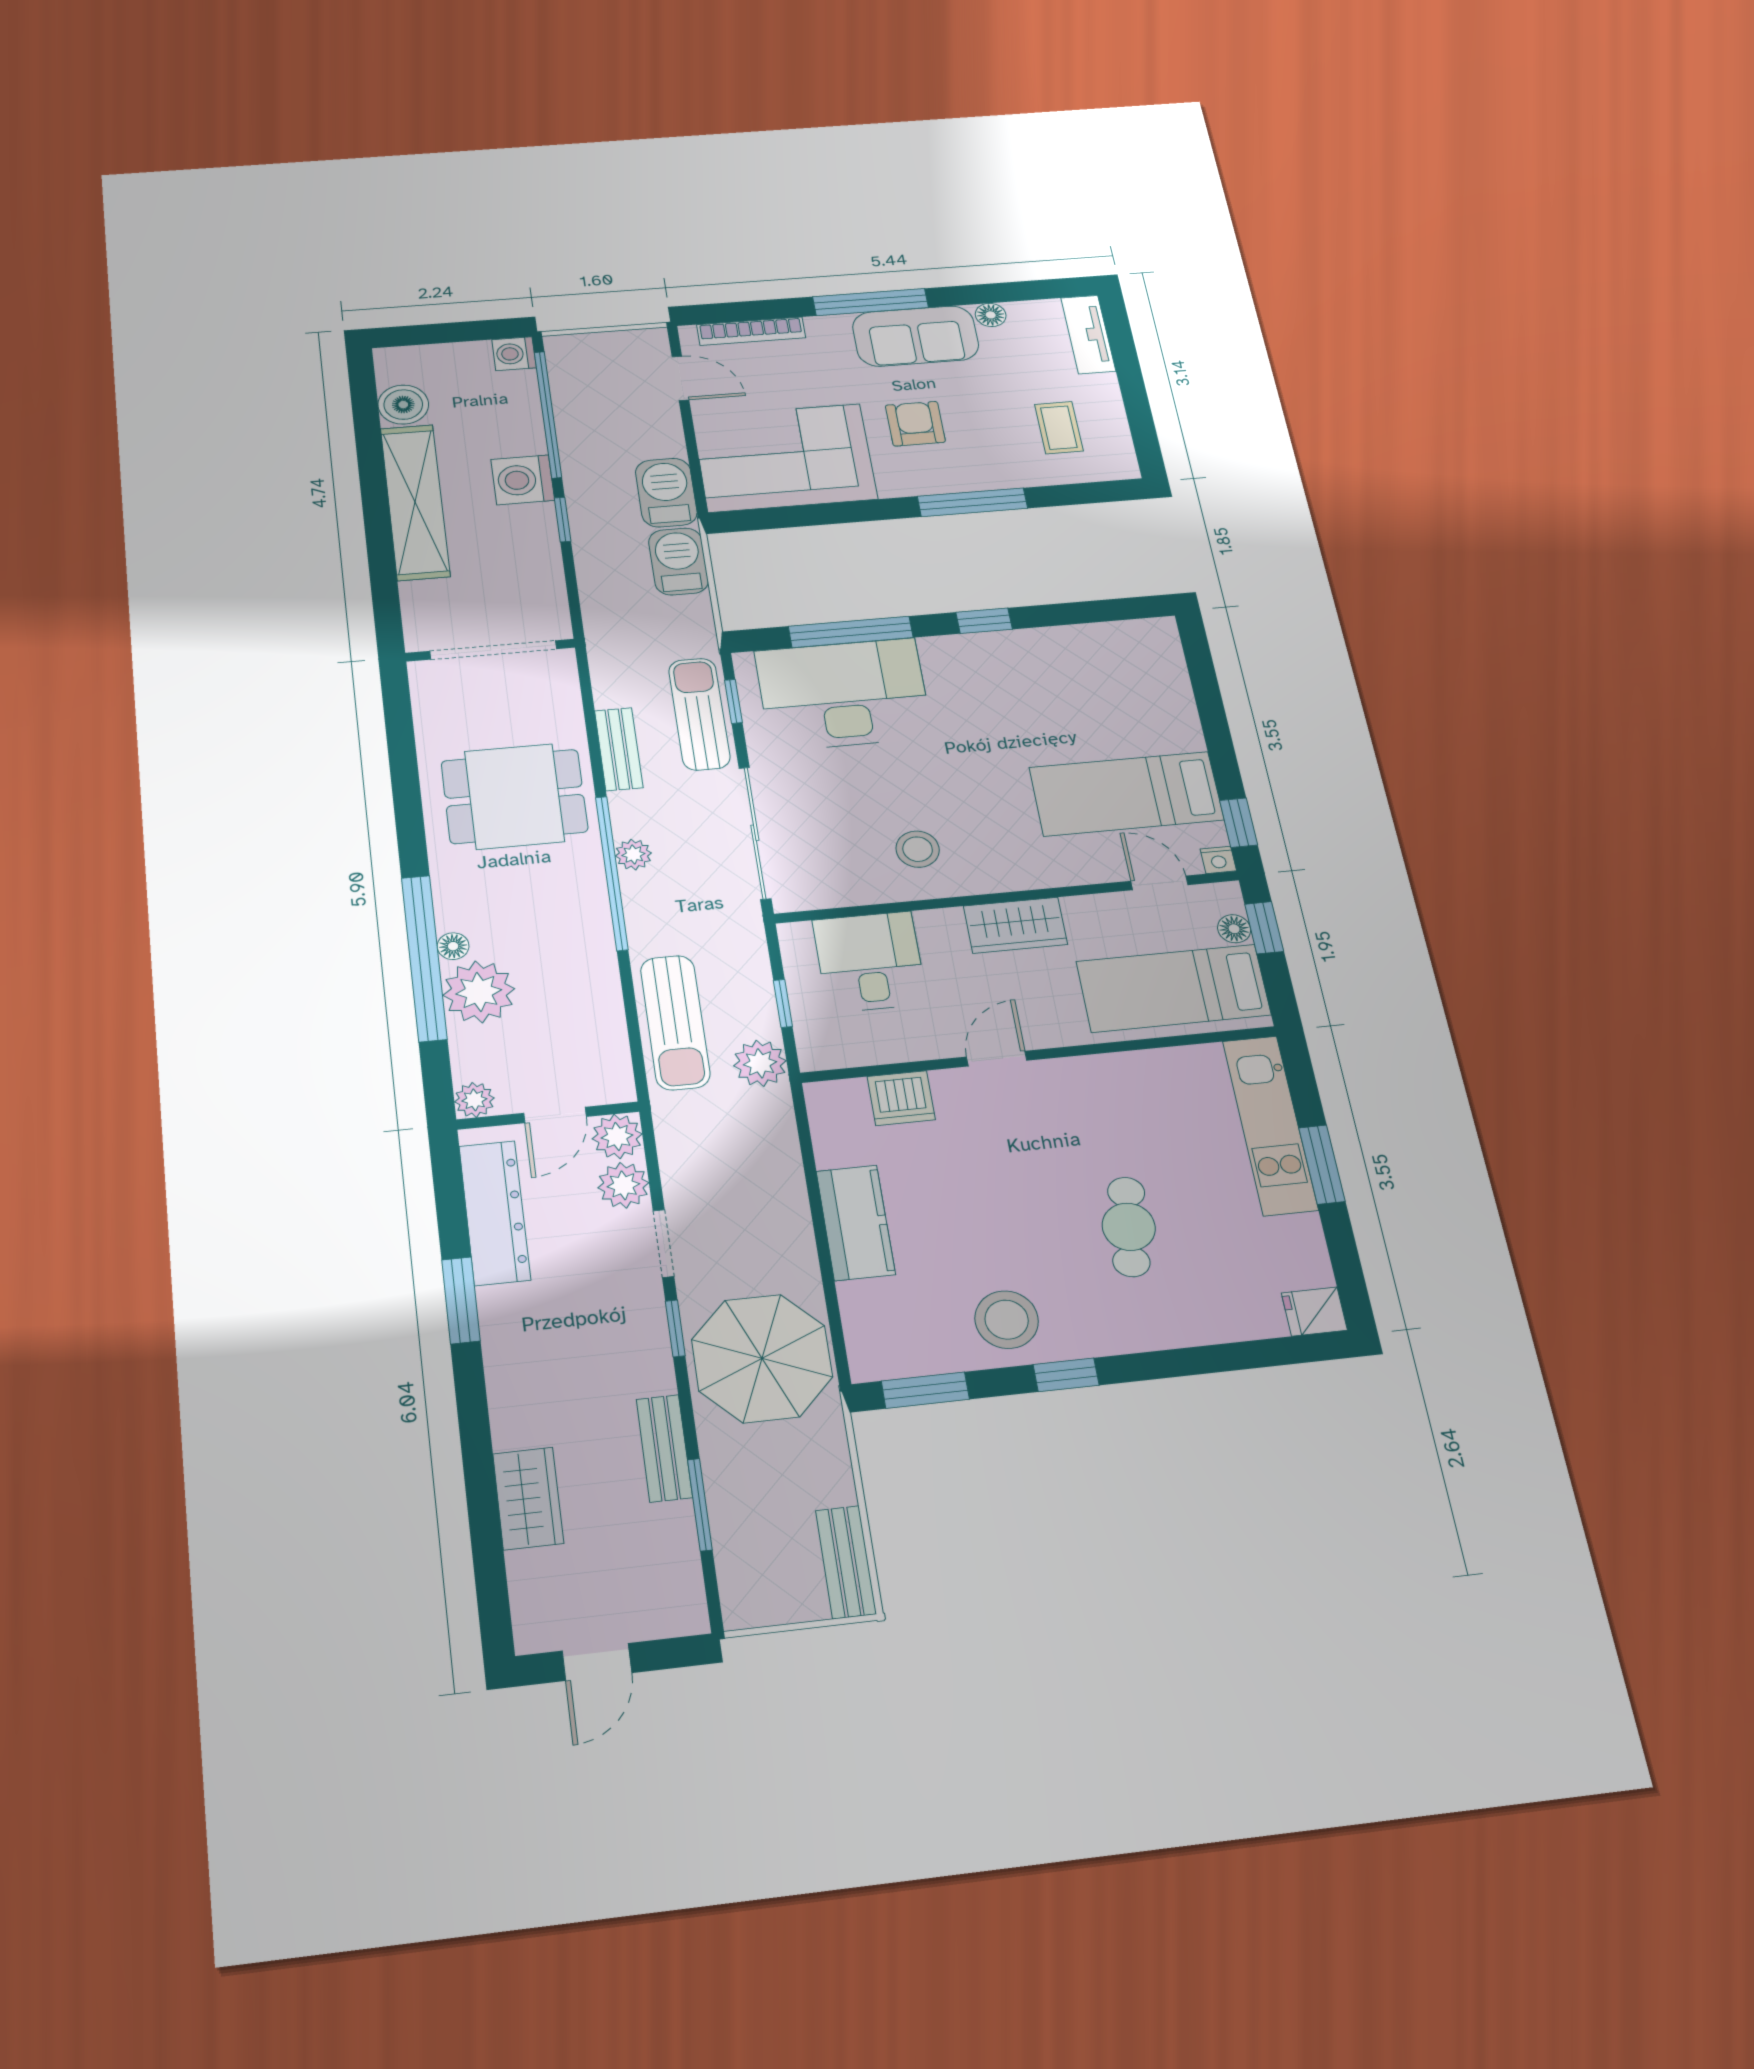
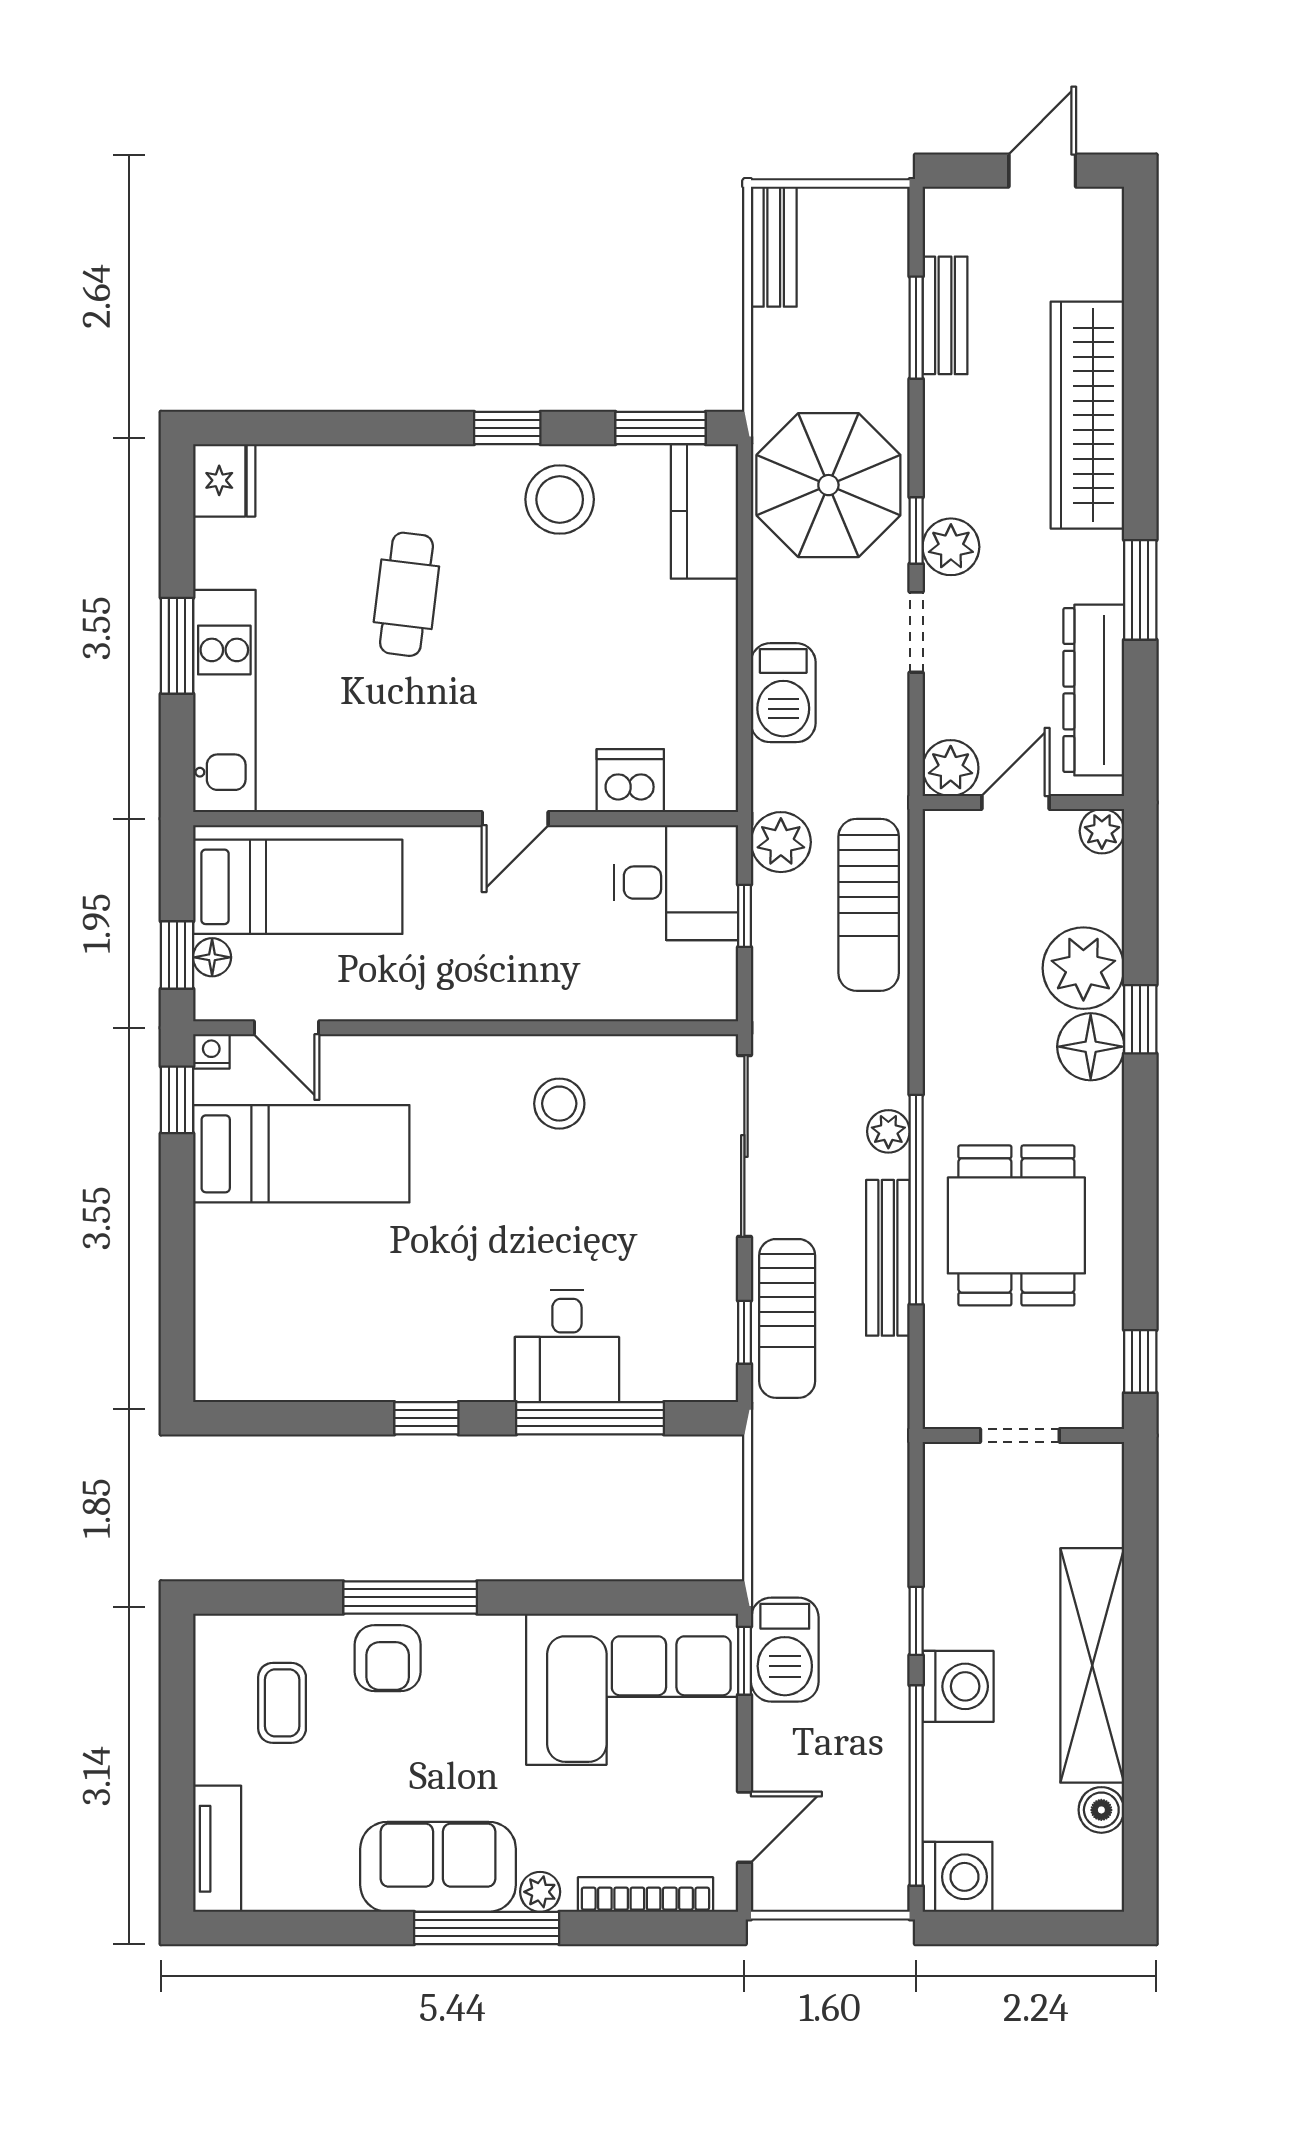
floor lamp: (991, 315) -> (336, 1892), removed
plant: (833, 327) -> (540, 1892), added
washing machine: (514, 354) -> (958, 1877), width x1.38, depth x1.38
door: (680, 378) -> (744, 1827), swing flipped
boiler: (403, 405) -> (1101, 1810), width x0.73, depth x0.73
armchair: (915, 424) -> (388, 1658), moved
window: (698, 483) -> (744, 1661), added
barbecue: (678, 561) -> (783, 693), moved
doorway: (493, 650) -> (1020, 1435), width x0.53
desk: (843, 694) -> (567, 1346), width x0.53, depth x0.77
window: (398, 709) -> (1140, 1361), added
bench: (619, 749) -> (888, 1258), width x1.36
dining table: (514, 796) -> (1016, 1225), turned 90
window: (612, 873) -> (916, 1200), moved
wardrobe: (1015, 925) -> (463, 989), removed
floor lamp: (453, 946) -> (1091, 1047), width x1.89, depth x1.89
window: (424, 958) -> (1140, 1019), width x0.32
desk: (870, 962) -> (676, 883), moved, turned -90
sun lounger: (675, 1022) -> (869, 905), turned 180
plant: (623, 1185) -> (951, 547), moved
kitchen counter: (856, 1223) -> (704, 511), moved
fridge: (1314, 1312) -> (224, 480), width x1.38
bench: (664, 1448) -> (945, 315), moved
wardrobe: (528, 1498) -> (1087, 415), width x2.10, depth x1.17

